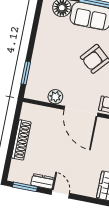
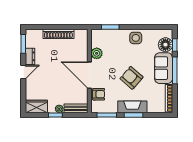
side table: (46, 44) -> (136, 38), added
door: (81, 111) -> (89, 75), hinge flipped

